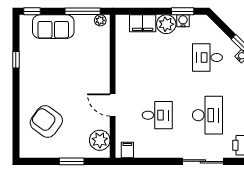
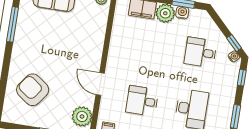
window: (16, 60) -> (13, 24), width x2.17
desk: (157, 115) -> (142, 101), turned 180

